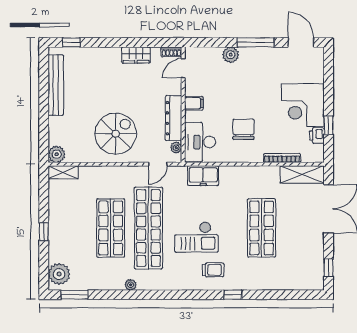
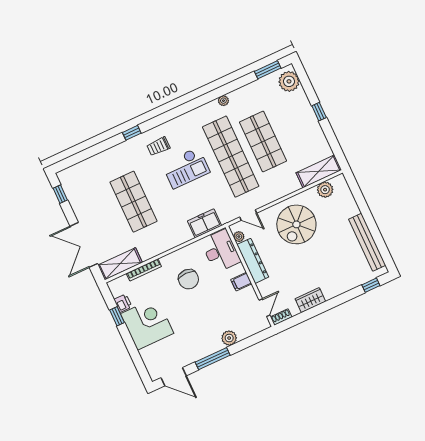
plant: (57, 154) -> (325, 190), moved
door: (158, 164) -> (248, 215), swing flipped
shelving: (63, 172) -> (319, 171), width x1.50, depth x1.33
checkout: (196, 237) -> (186, 168), turned 180

